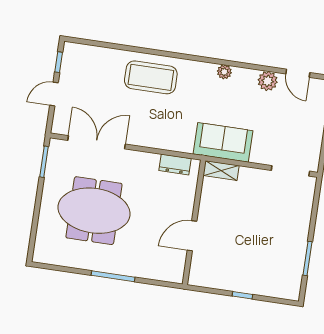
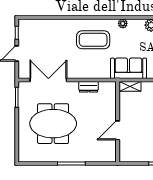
coffee table: (151, 77) -> (93, 40), moved
dresser: (175, 165) -> (89, 87), moved

